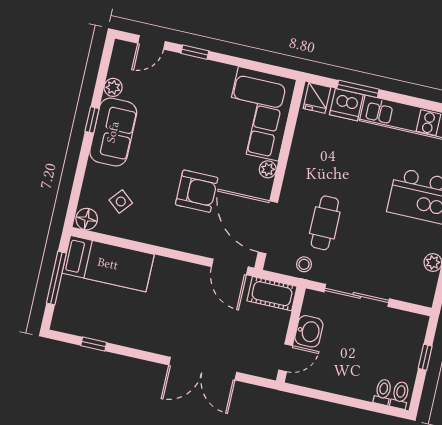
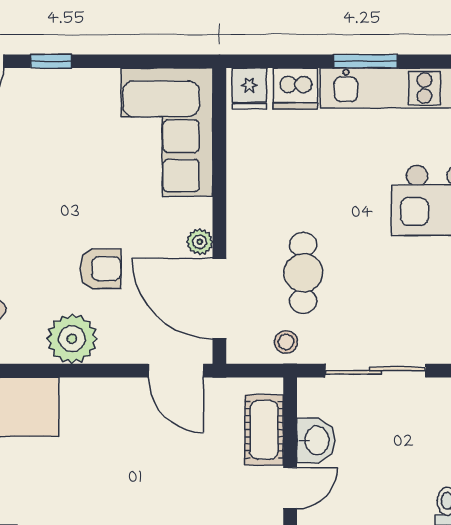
window: (358, 89) -> (365, 61), moved
plant: (268, 169) -> (200, 242), moved
armchair: (197, 191) -> (101, 269), width x0.72, depth x0.72
plant: (168, 232) -> (72, 339), added
cot: (272, 294) -> (264, 430), moved, turned 90

